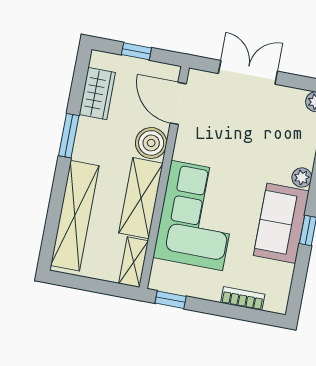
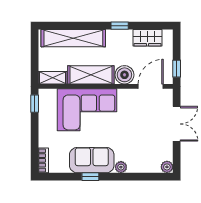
window: (136, 51) -> (177, 69), moved
window: (69, 136) -> (120, 26), width x0.67
bookcase: (243, 299) -> (43, 160), moved

